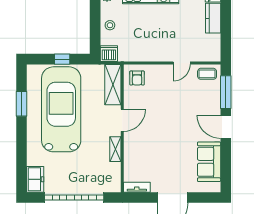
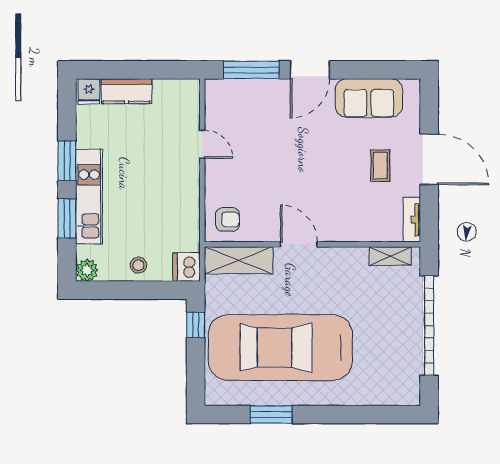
window: (62, 59) -> (196, 325), moved
coffee table: (207, 74) -> (380, 166), moved
shelving: (115, 149) -> (390, 256), moved
freezer: (35, 179) -> (398, 392), removed

